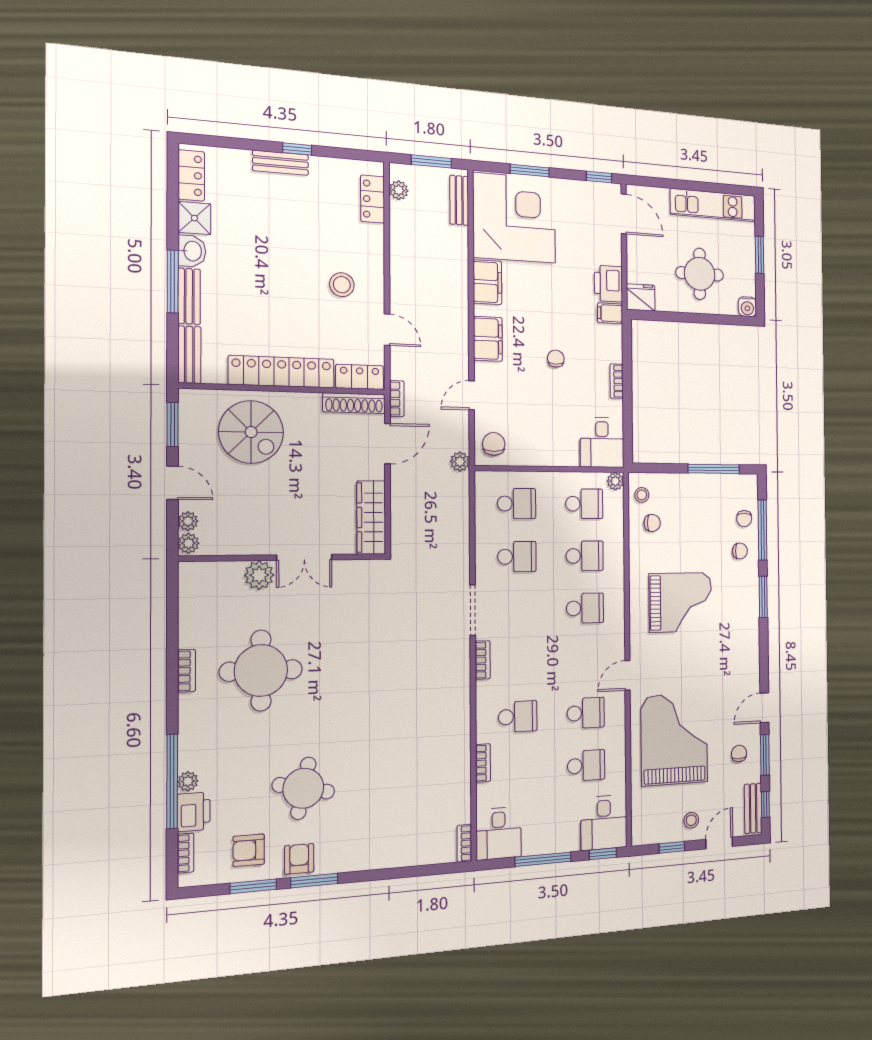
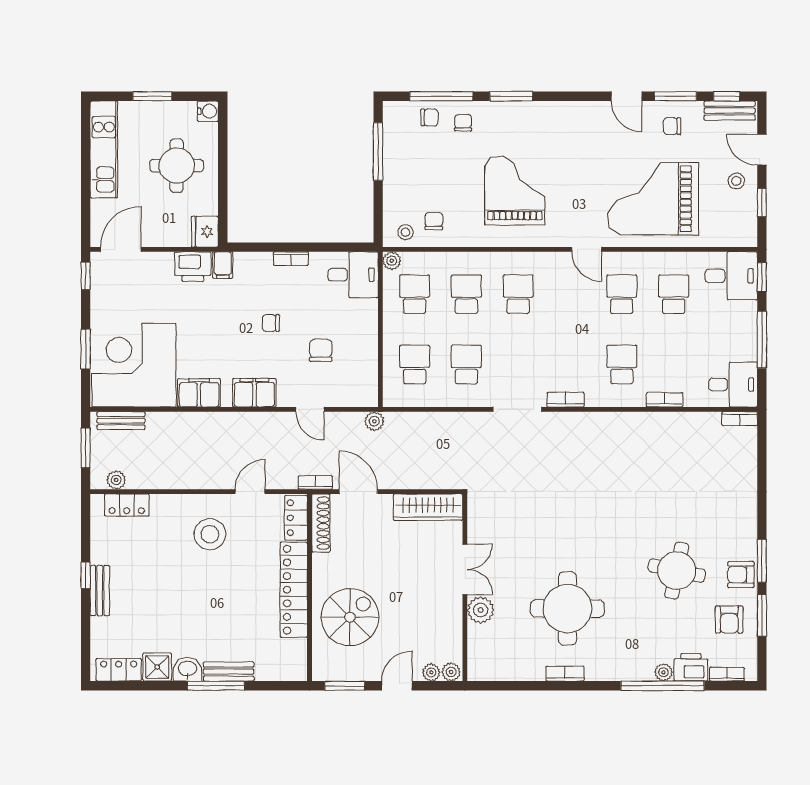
stool: (342, 285) -> (210, 534), width x1.38, depth x1.38
bench: (189, 355) -> (281, 671), removed
chair: (494, 444) -> (321, 350), moved, turned 90

